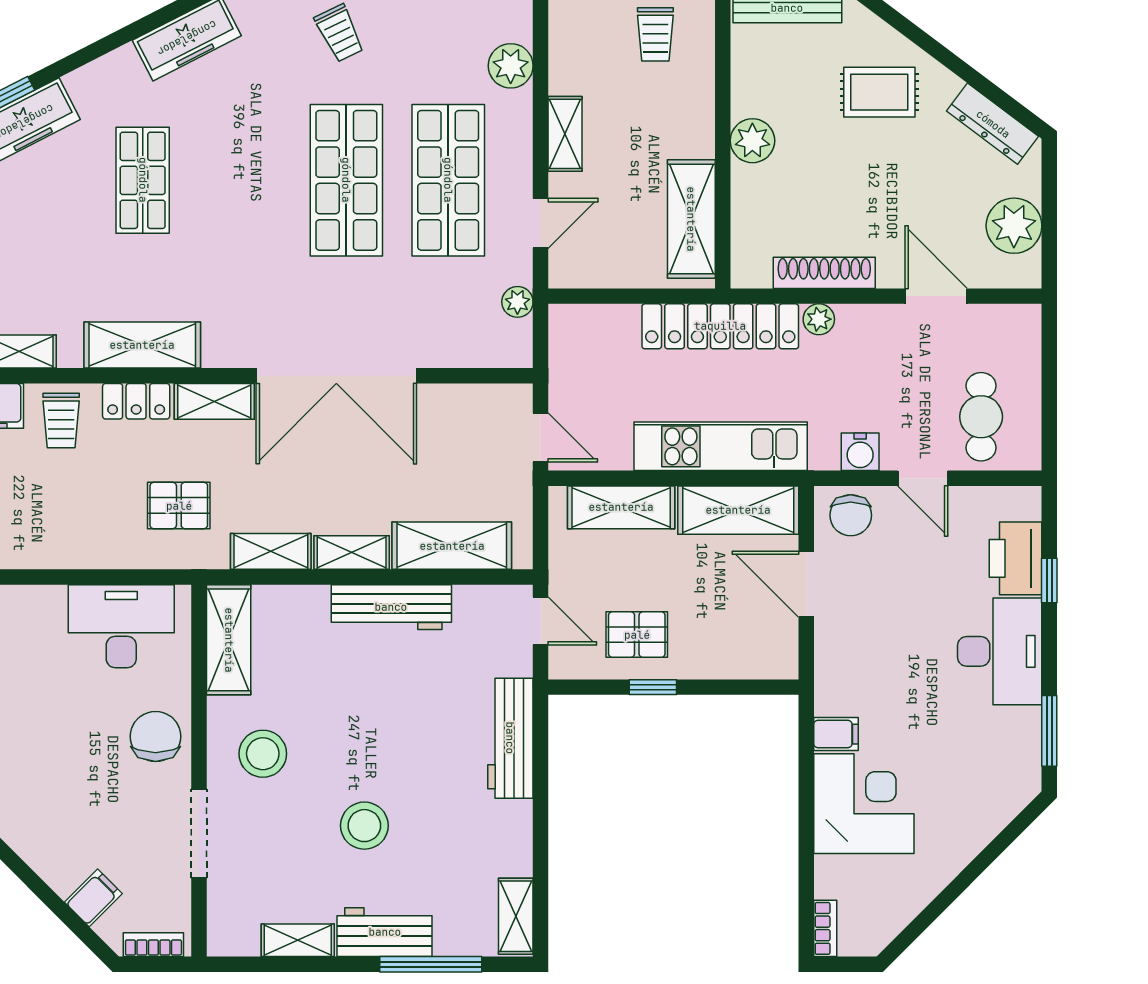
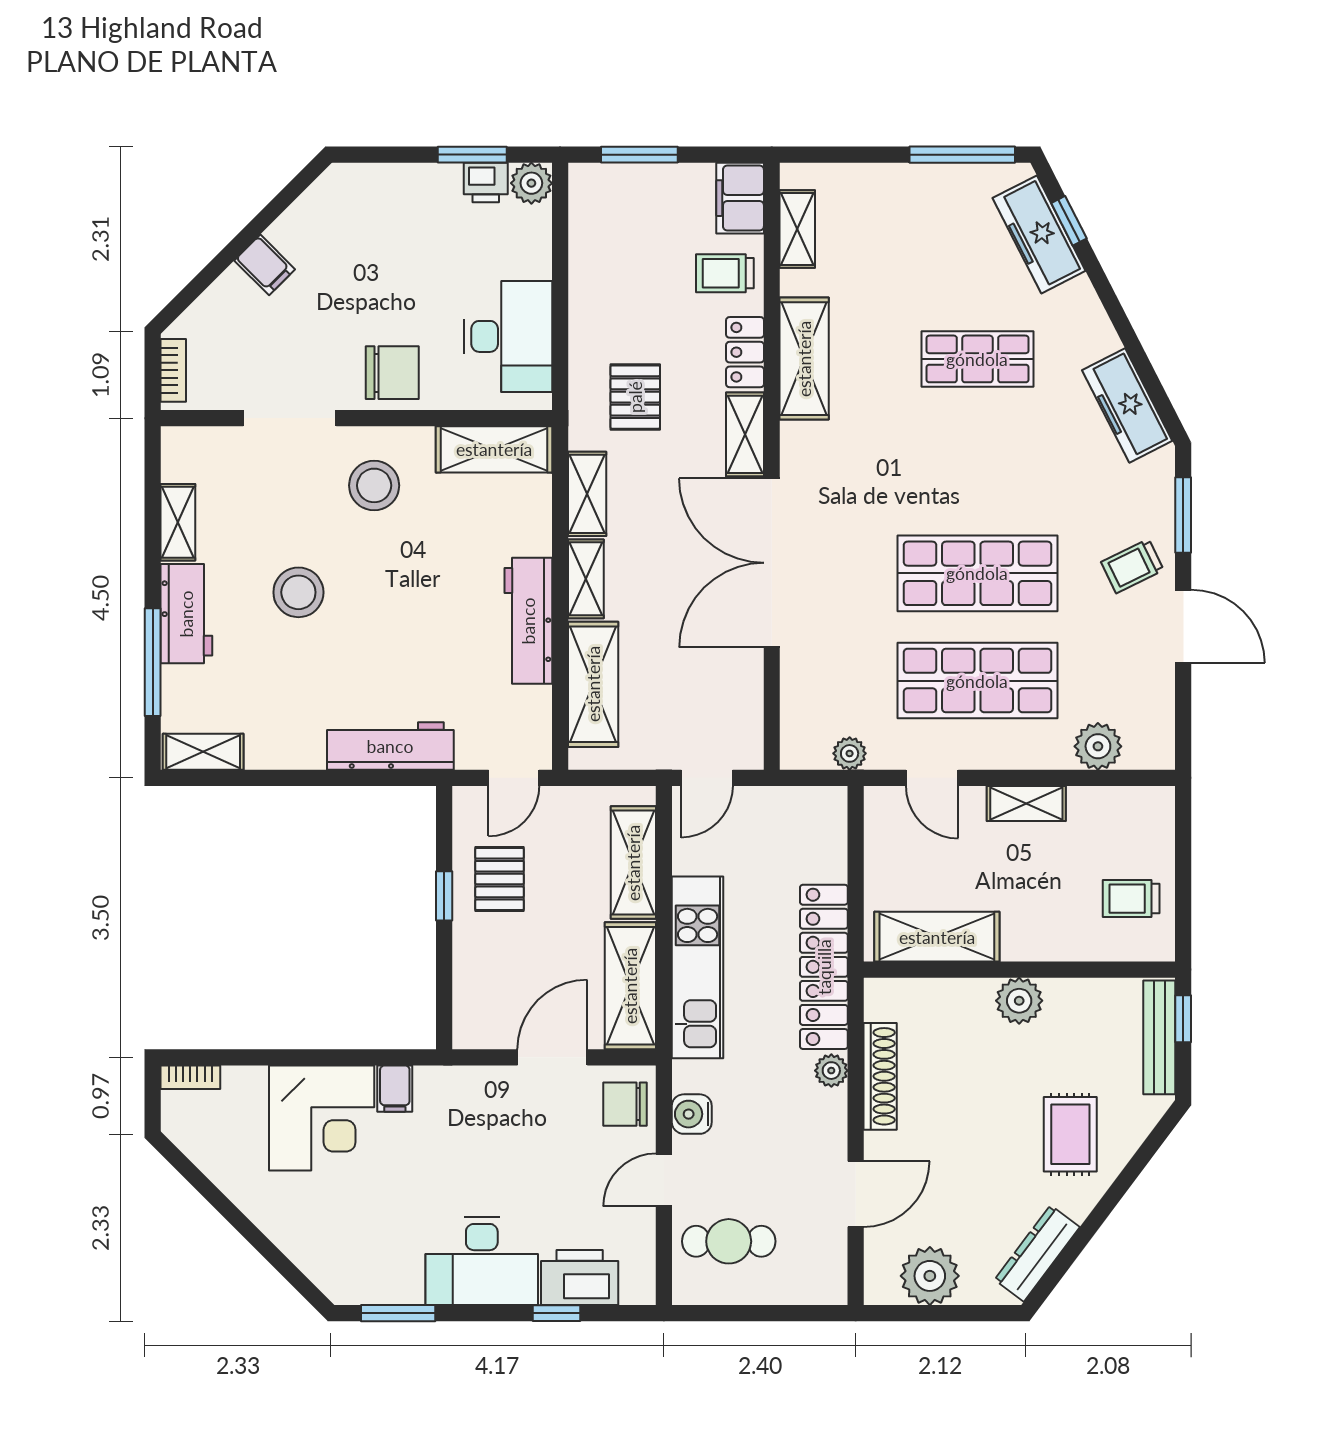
filing cabinet: (93, 898) -> (265, 265), moved

